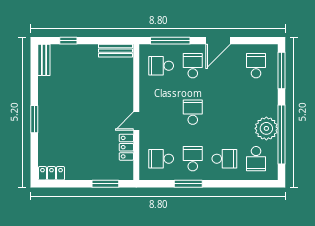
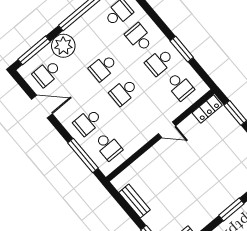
door: (218, 41) -> (42, 107), moved
bench: (115, 51) -> (134, 201), moved
school desk: (224, 112) -> (103, 68), added
plant: (266, 128) -> (63, 46), moved
locker: (126, 147) -> (207, 109), moved

